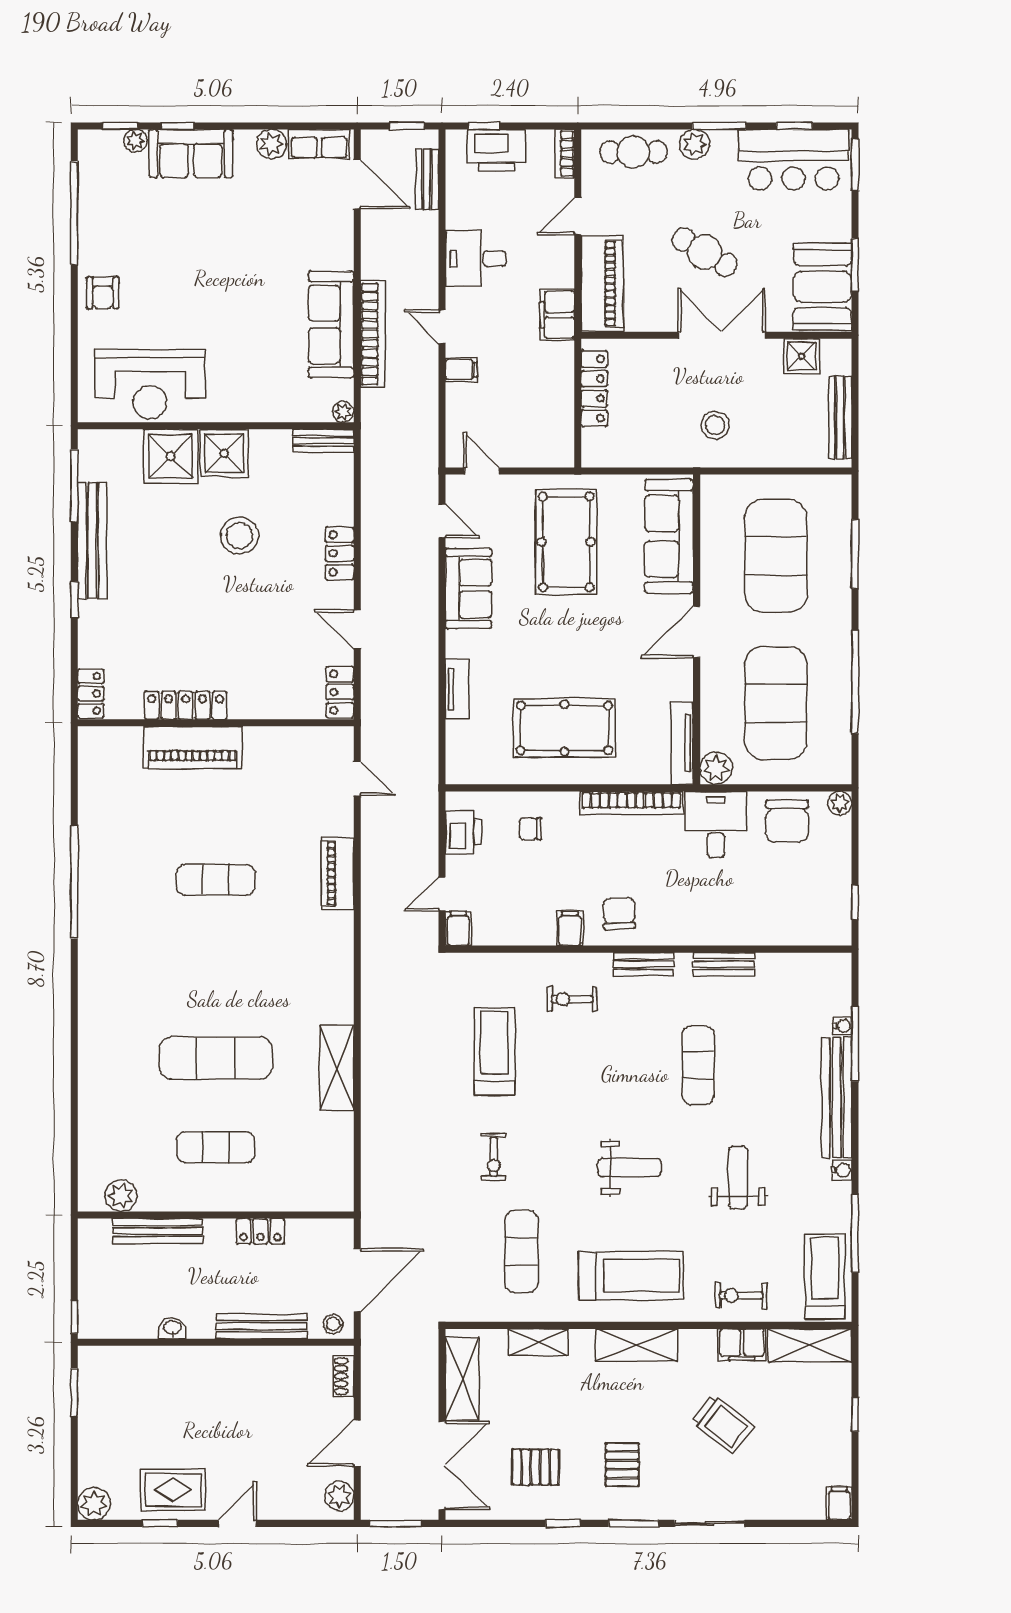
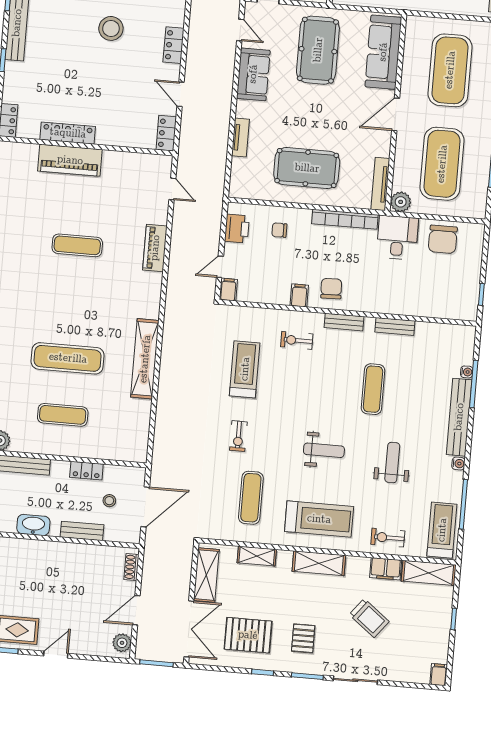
plant: (840, 803) -> (477, 231), removed
shelving: (337, 1068) -> (145, 359), width x1.47
stool: (333, 1324) -> (109, 501), moved
bench: (262, 1326) -> (82, 531), width x0.73
washbasin: (172, 1328) -> (33, 525), width x1.91, depth x1.45
pallet: (535, 1467) -> (248, 635), width x1.50, depth x1.42

